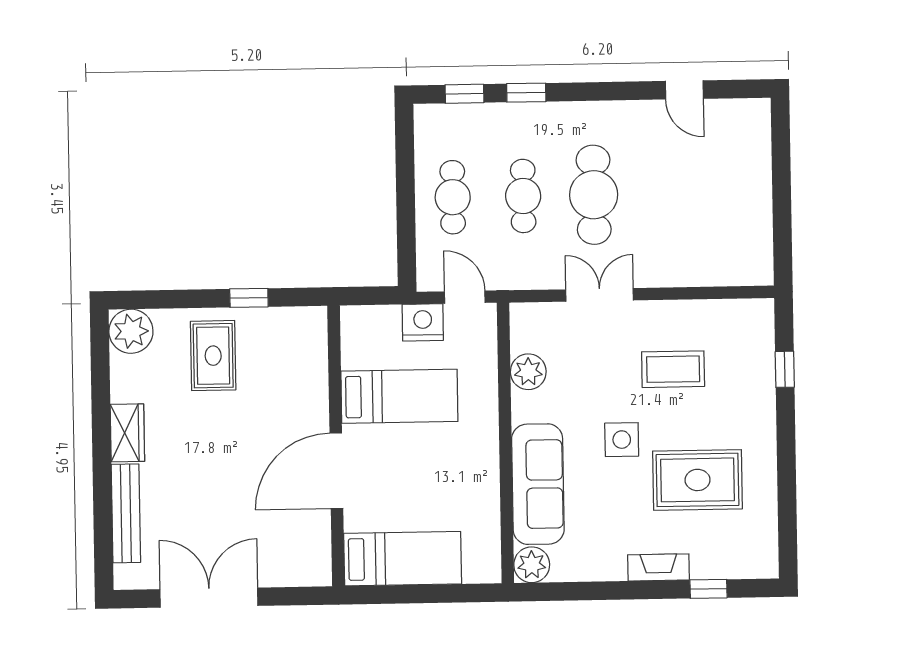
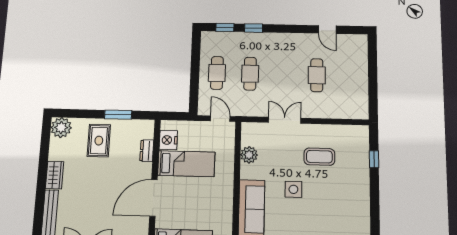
cafe table: (594, 195) -> (317, 75), moved, width x0.73, depth x0.74
window: (249, 298) -> (118, 115), width x1.50
nightstand: (423, 322) -> (168, 140), moved, turned -90
dresser: (315, 373) -> (147, 151), added
rug: (698, 480) -> (330, 211), removed

